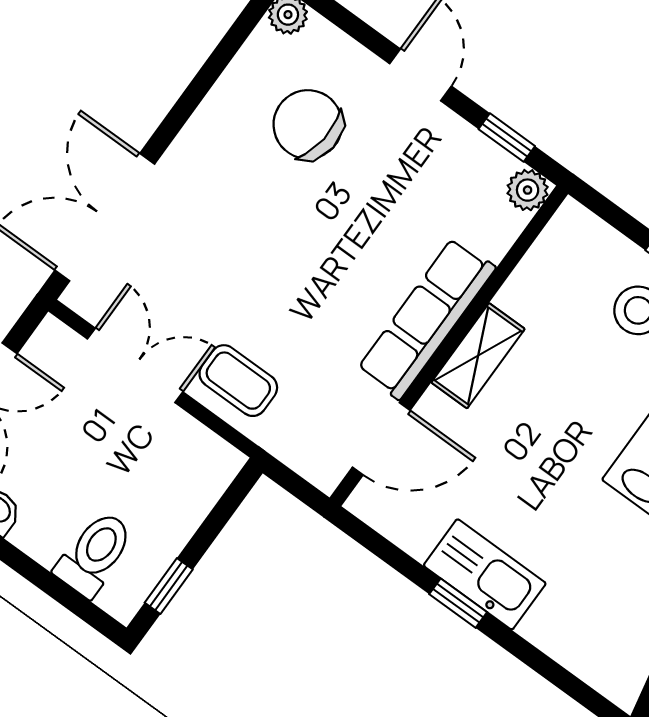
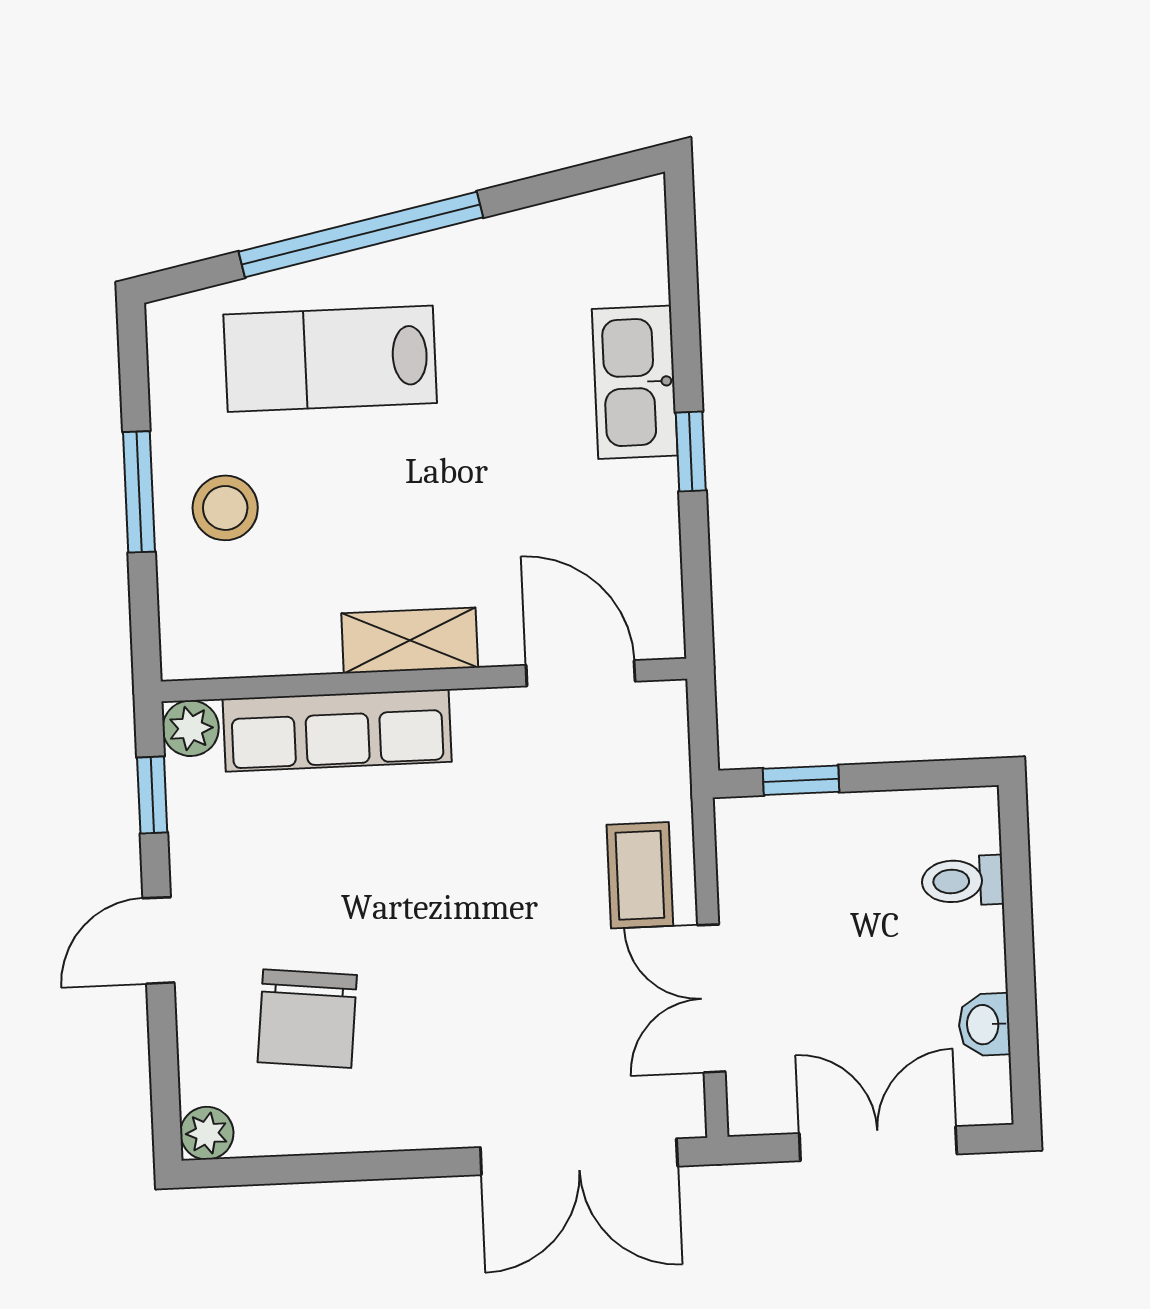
row of seats: (426, 319) -> (337, 730), moved
toilet: (95, 554) -> (963, 881), width x0.73, depth x0.72
kitchen sink: (485, 574) -> (635, 382), moved
window: (169, 586) -> (801, 780), moved

